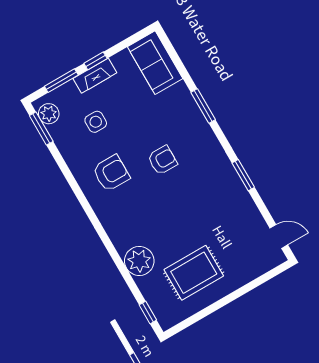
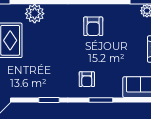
side table: (96, 122) -> (127, 34), removed
armchair: (162, 160) -> (87, 79), moved

